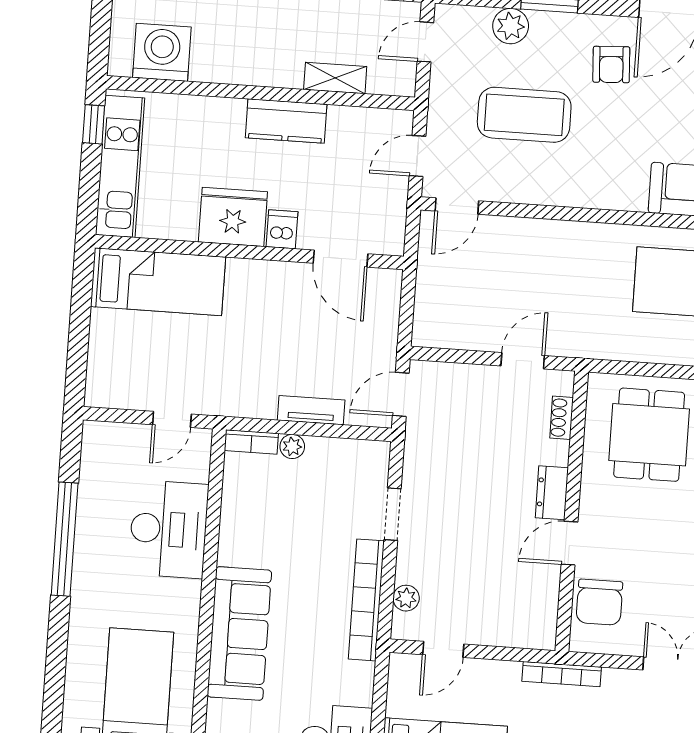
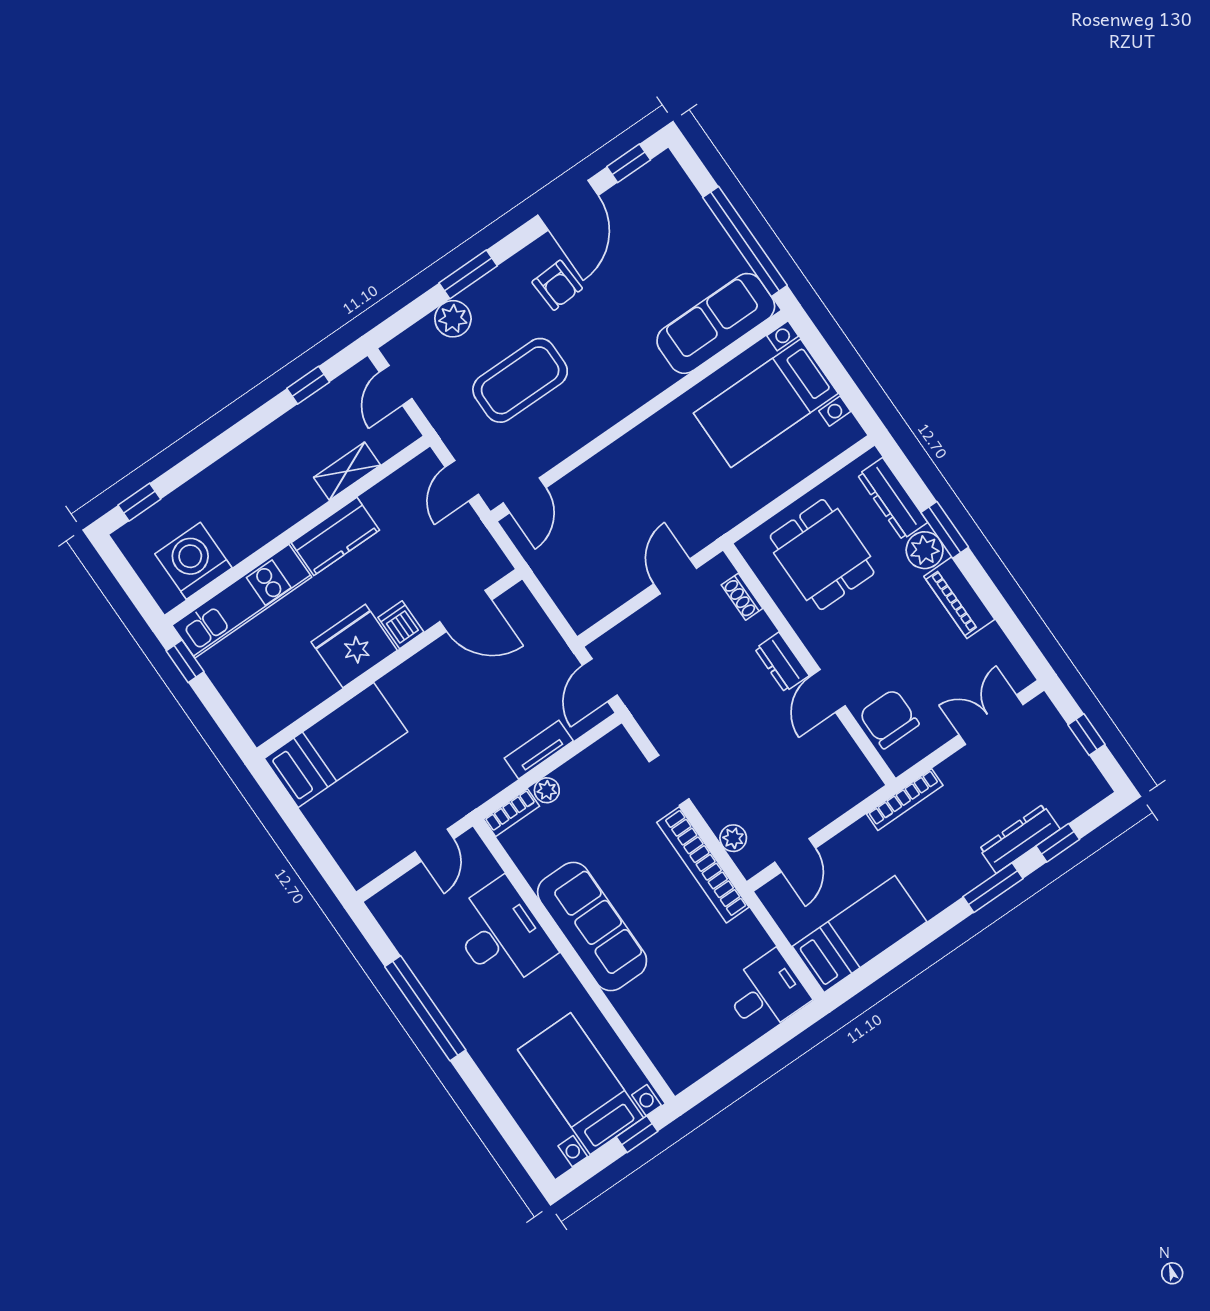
kitchen unit: (120, 166) -> (242, 601), moved, turned 90
chair: (599, 602) -> (889, 719), turned 180
sofa: (239, 633) -> (592, 927), moved

